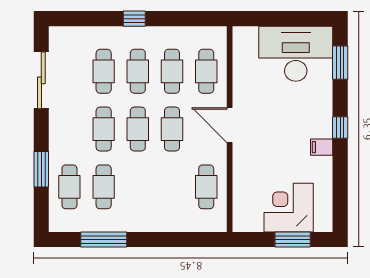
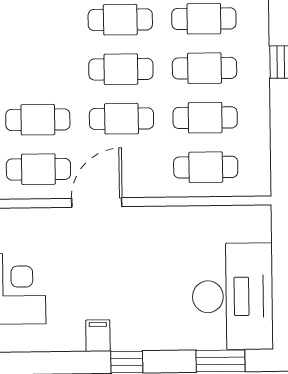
door: (230, 125) -> (97, 202), moved
cafe table: (104, 187) -> (38, 120), moved

